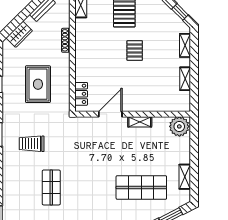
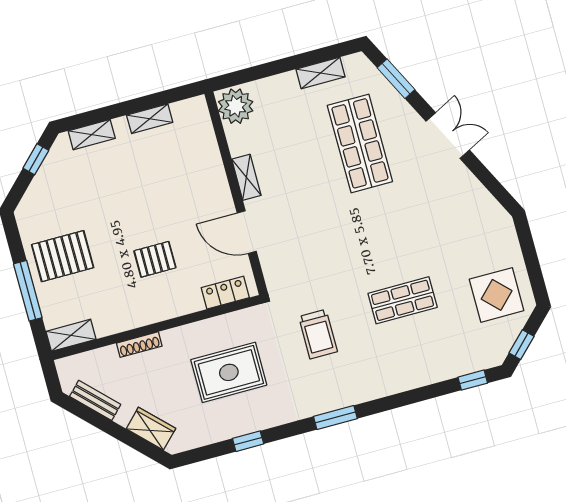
pallet: (135, 50) -> (155, 259), moved
trolley: (32, 144) -> (318, 334), moved

